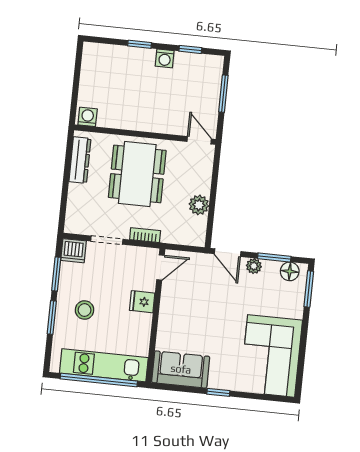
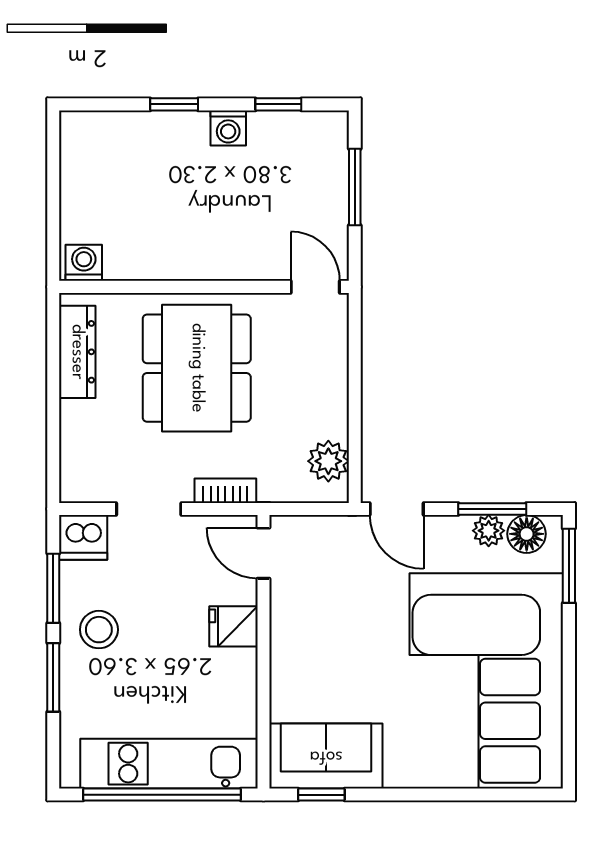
plant: (199, 205) -> (328, 461), moved
plant: (254, 266) -> (489, 531), moved
door: (161, 267) -> (264, 553), swing flipped
stool: (85, 310) -> (99, 630), moved
corner sofa: (271, 356) -> (486, 681), width x1.36, depth x1.36
window: (218, 392) -> (321, 795), moved

